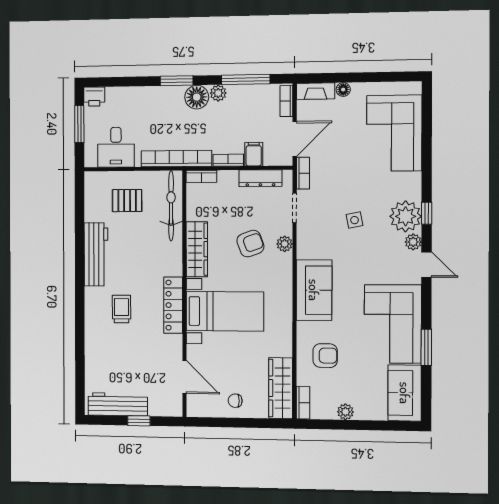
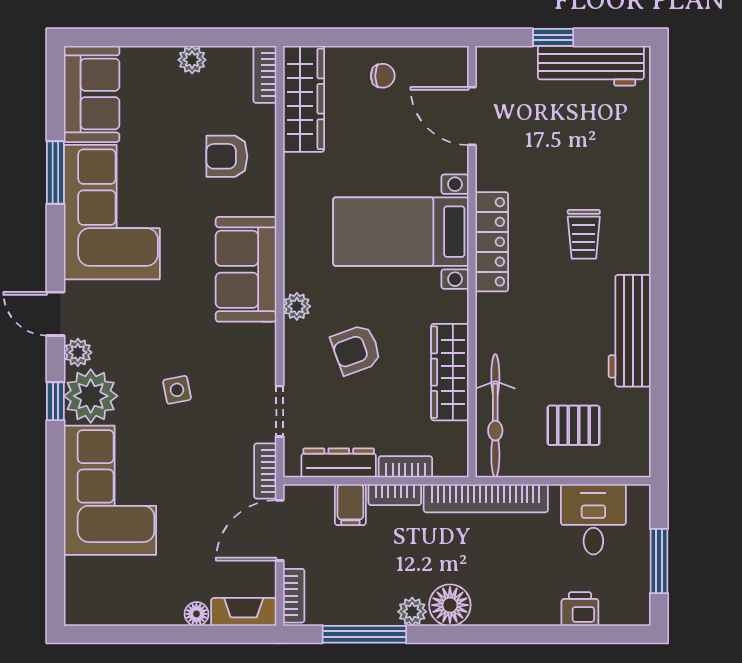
window: (177, 81) -> (485, 634), removed
printer: (94, 97) -> (580, 609), moved
corner sofa: (394, 133) -> (110, 490), moved
bookcase: (201, 176) -> (405, 467), moved
plant: (285, 244) -> (297, 306), moved
wardrobe: (197, 249) -> (450, 372), moved

